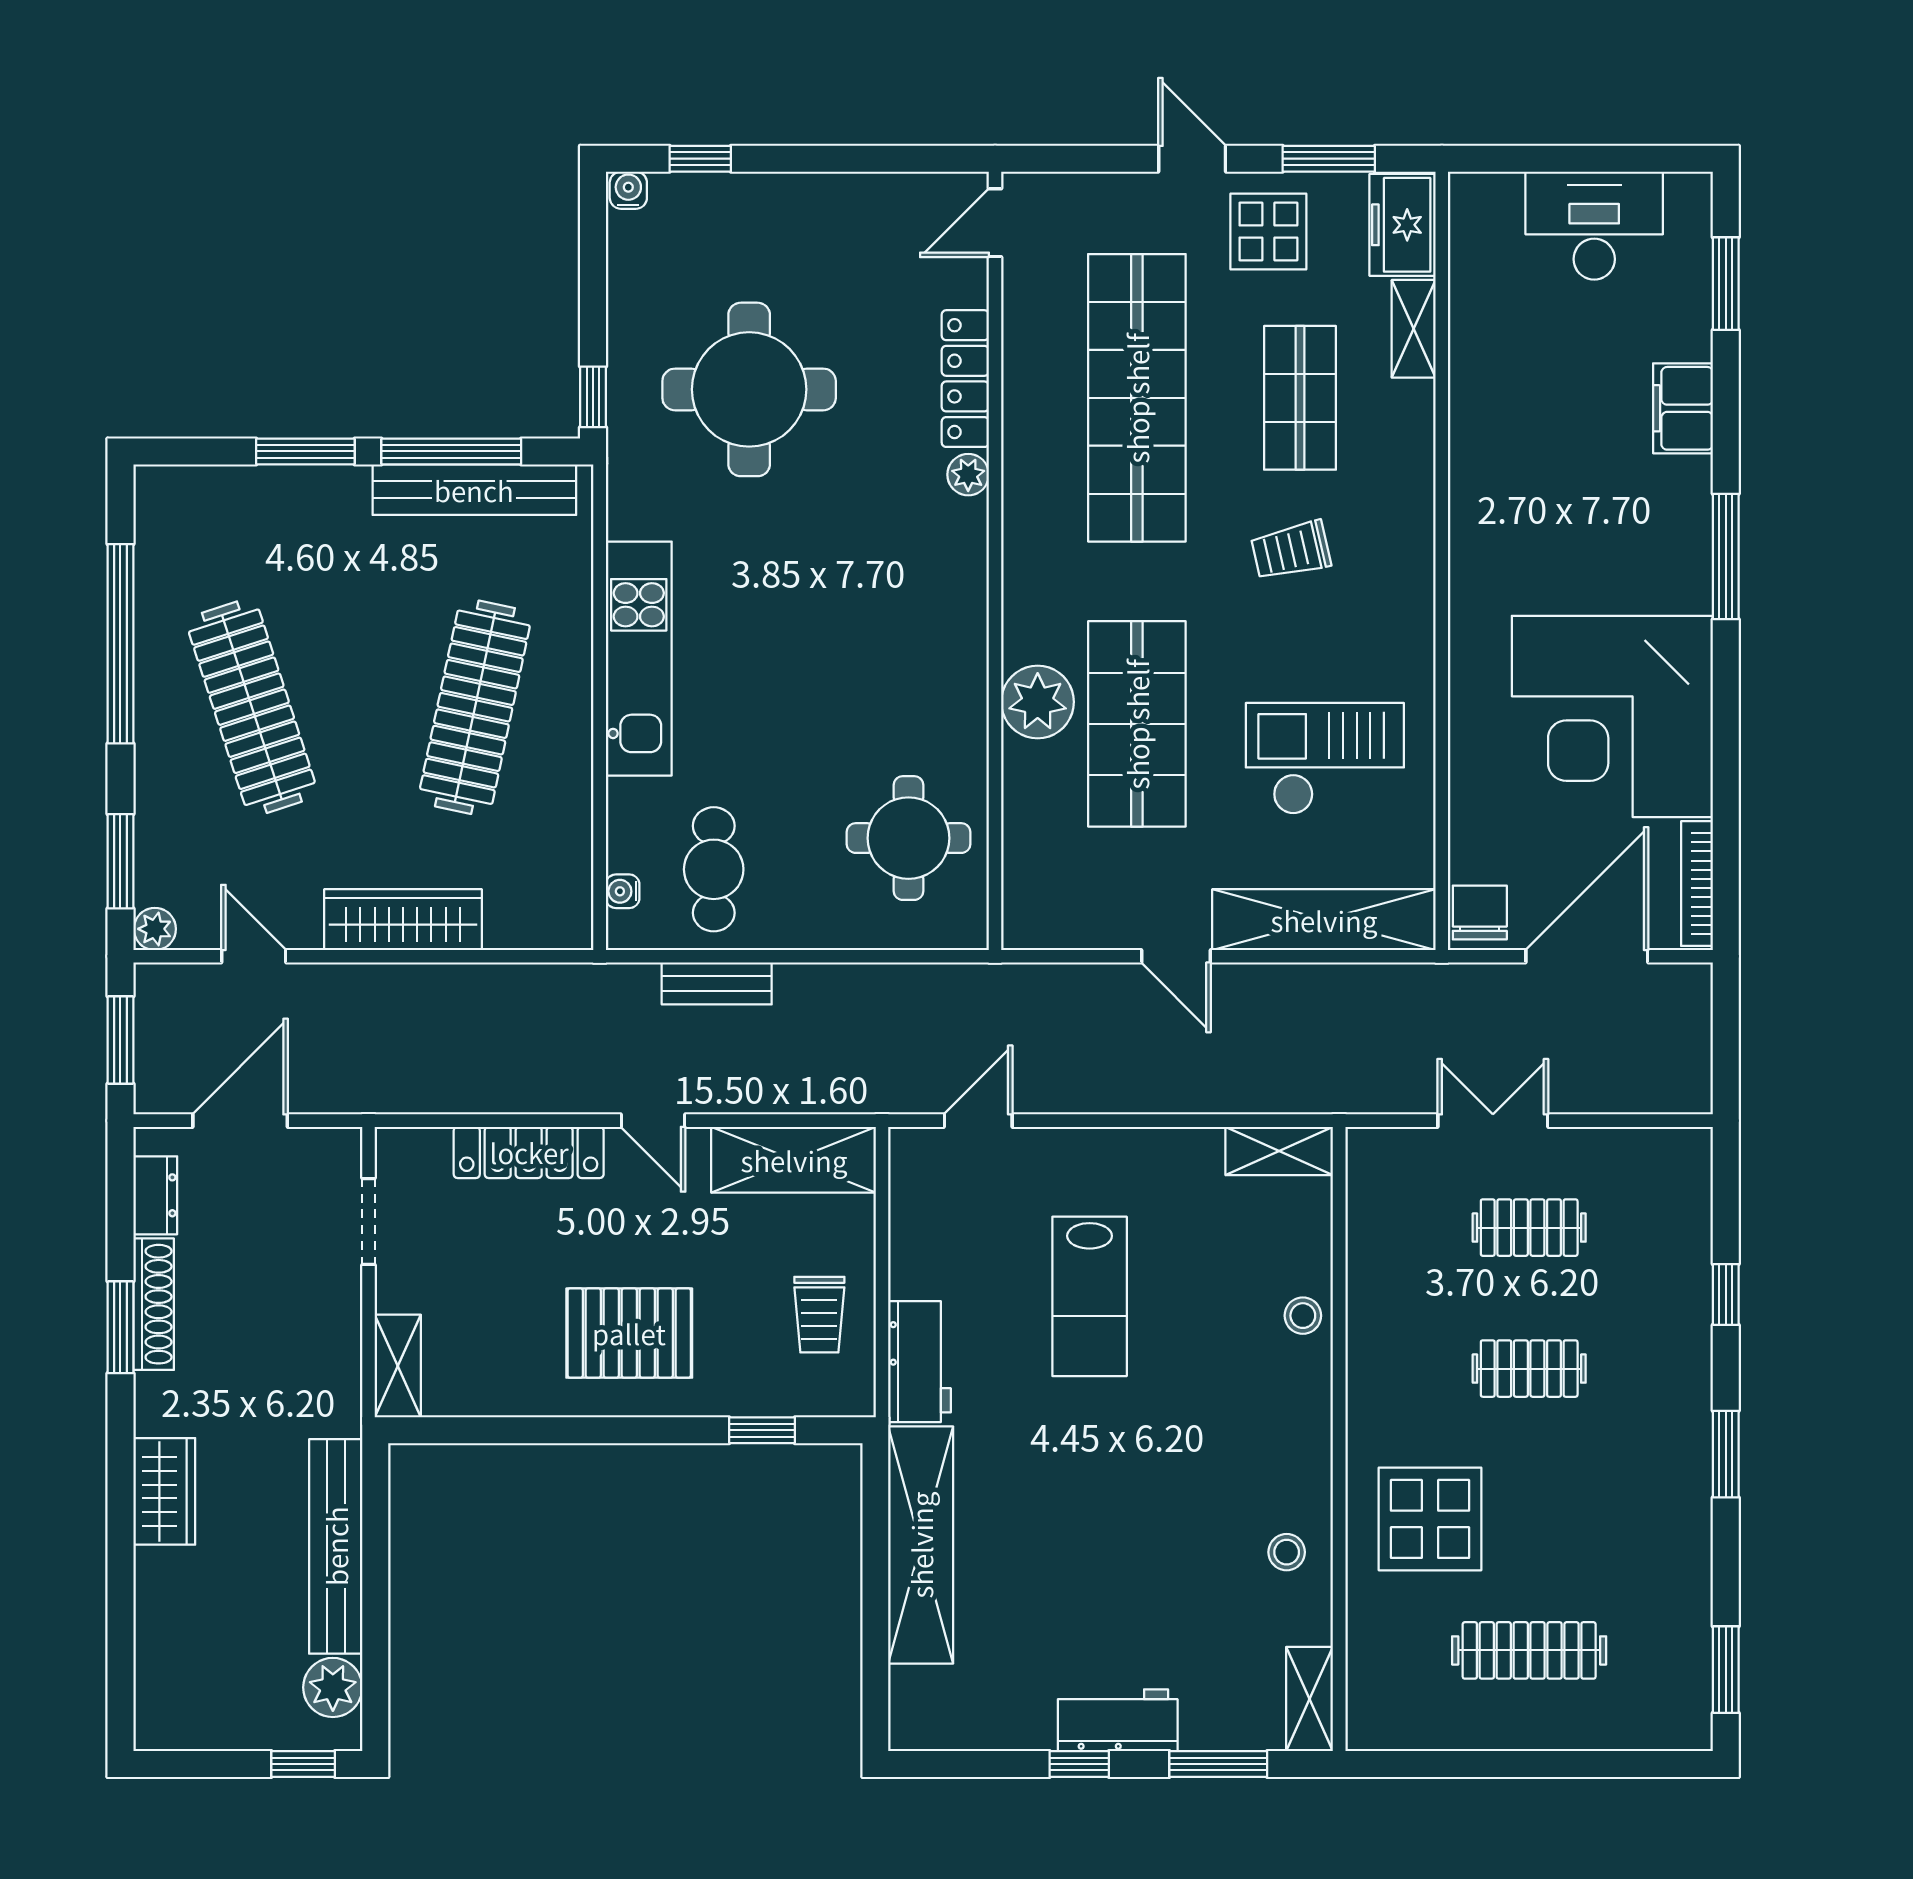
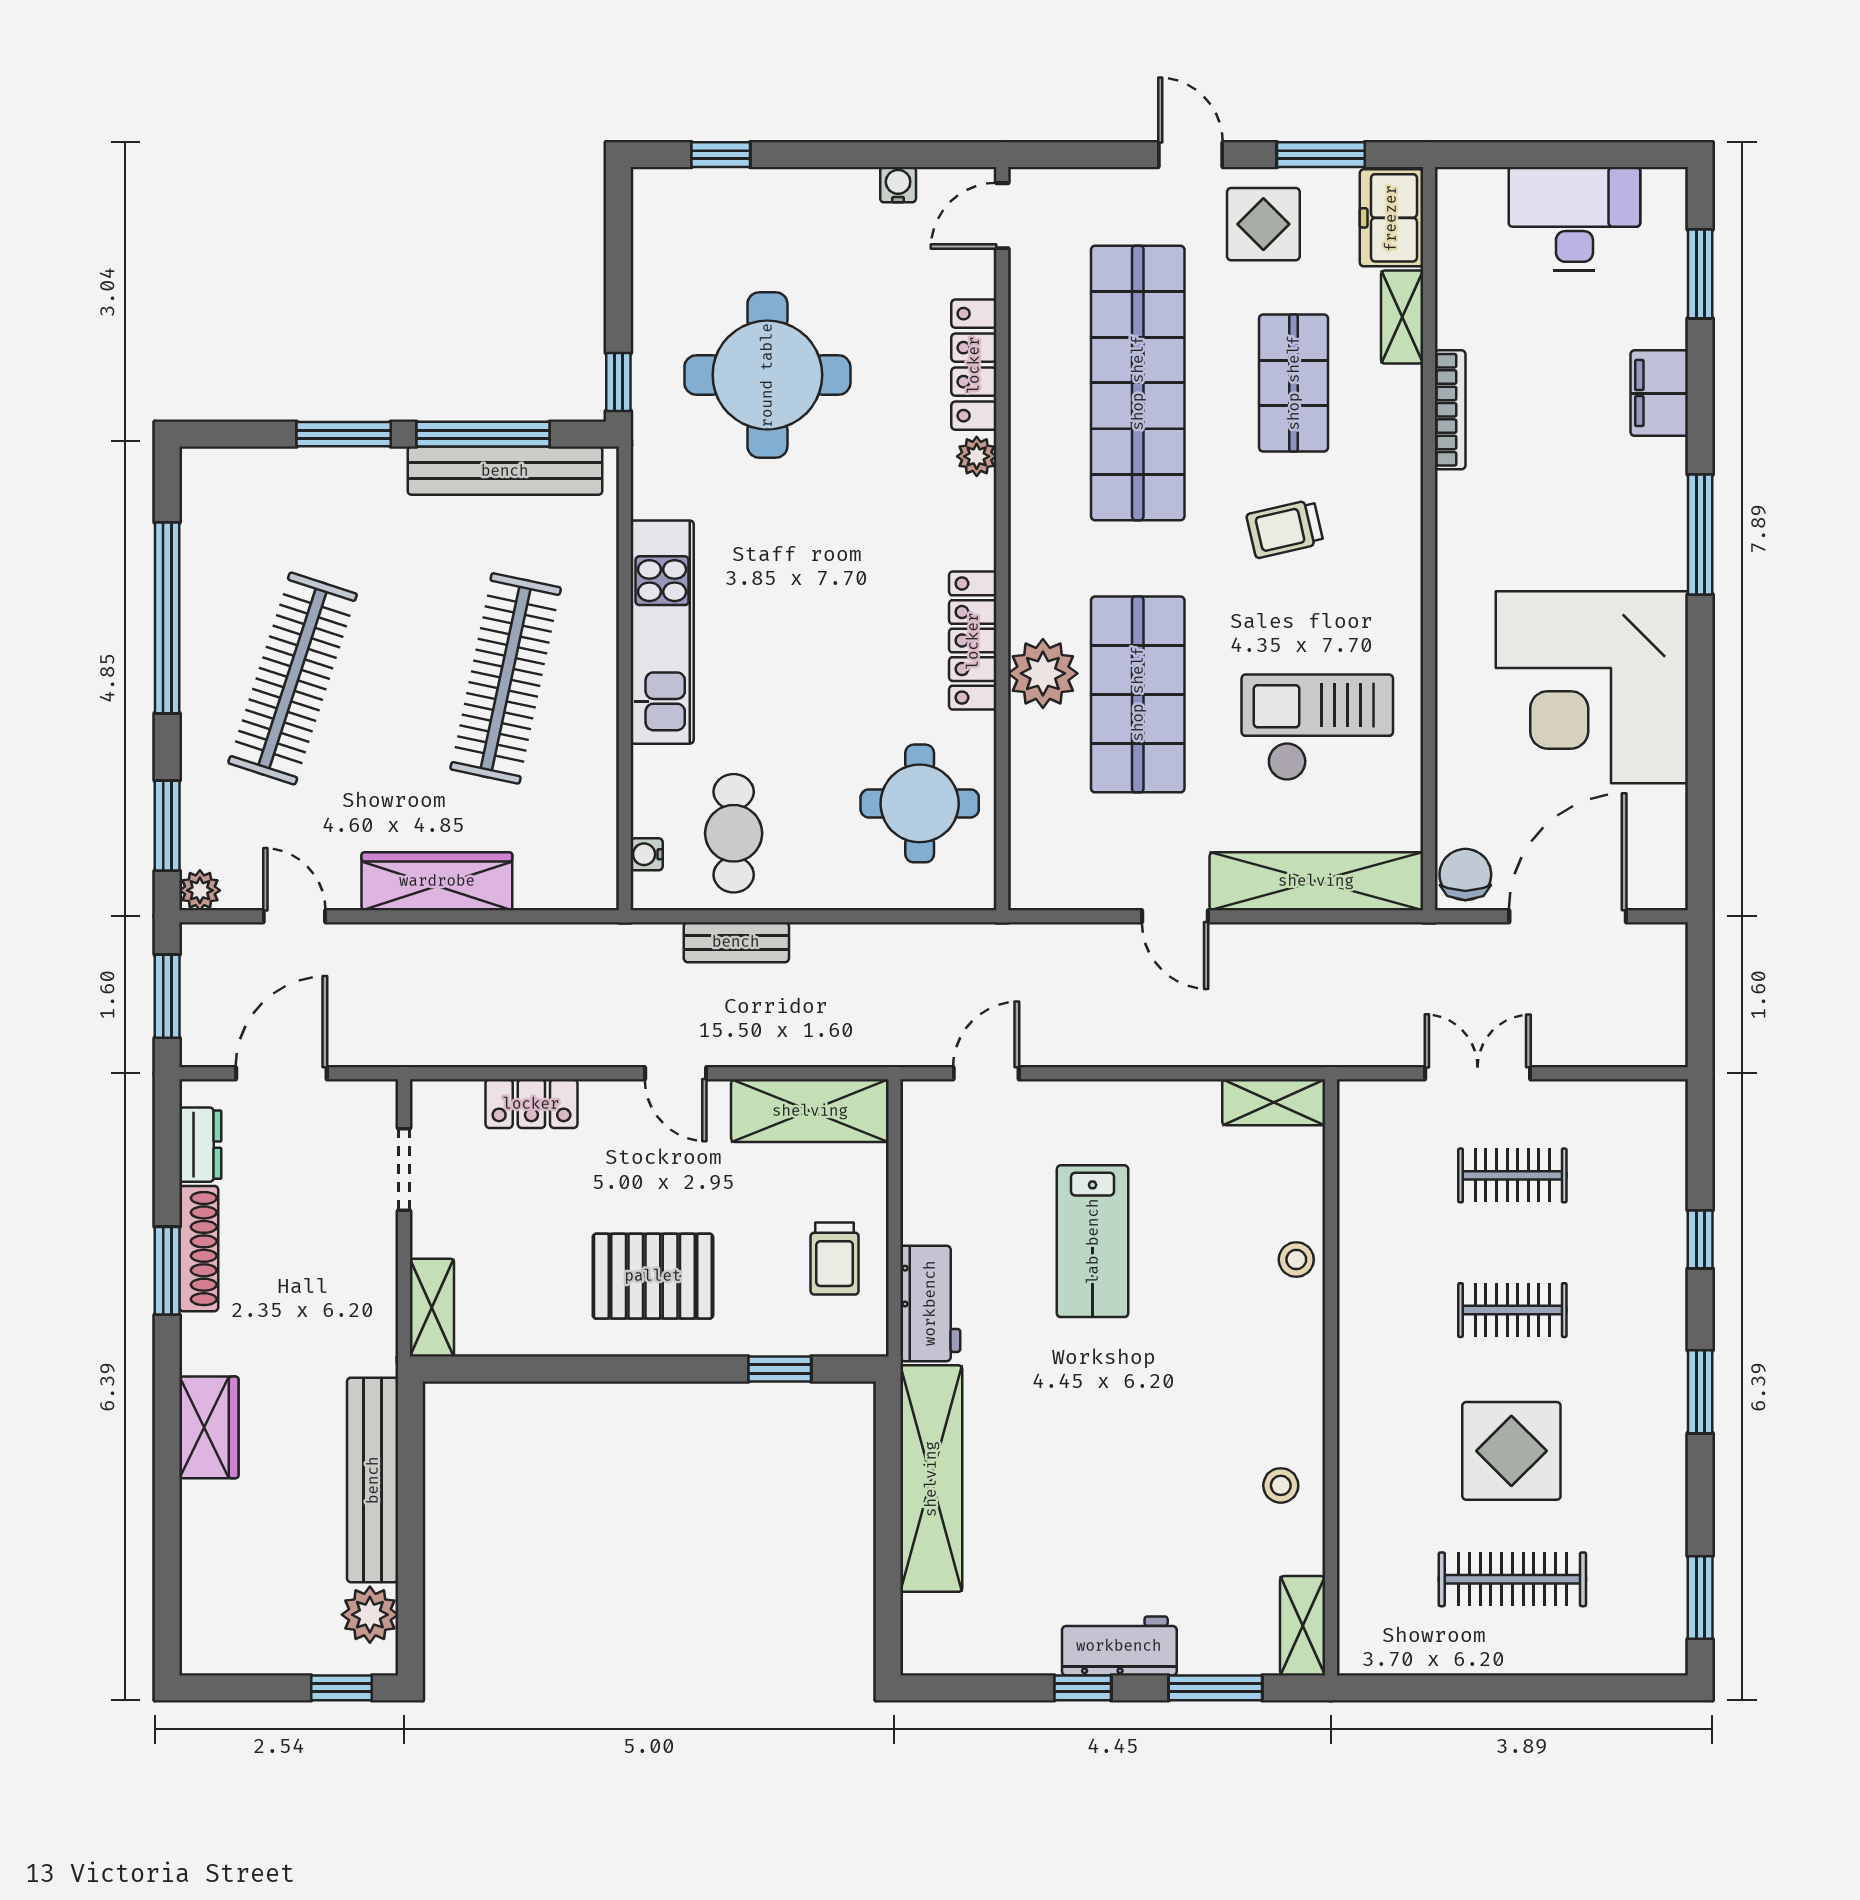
water cooler: (628, 190) -> (898, 185), moved
locker: (964, 667) -> (973, 641), added
clothes rail: (252, 707) -> (293, 678), turned 36
bookcase: (1697, 884) -> (1450, 410), moved, turned 180
locker: (529, 1152) -> (531, 1104), width x0.66
display table: (1430, 1519) -> (1511, 1451), moved

